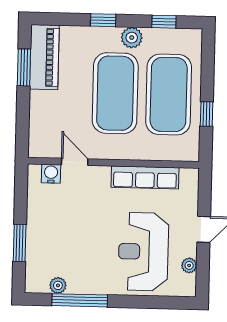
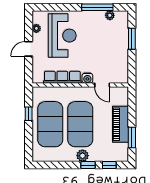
window: (164, 22) -> (109, 165), moved
plant: (132, 38) -> (83, 156), moved
piano: (44, 57) -> (121, 124), moved
water cooler: (51, 174) -> (87, 78), moved

